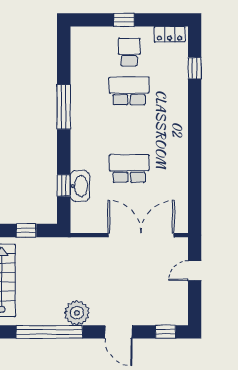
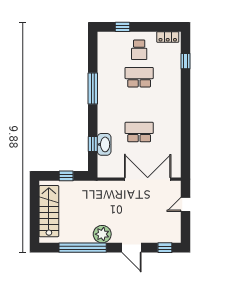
window: (124, 20) -> (123, 27), moved
school desk: (129, 52) -> (139, 50), turned 180

